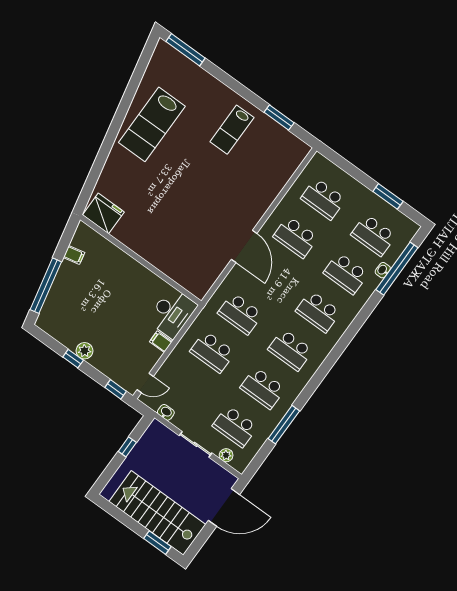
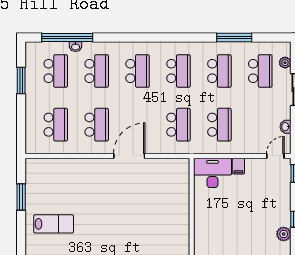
plant: (85, 351) -> (284, 234), moved
door: (145, 383) -> (275, 156), hinge flipped

